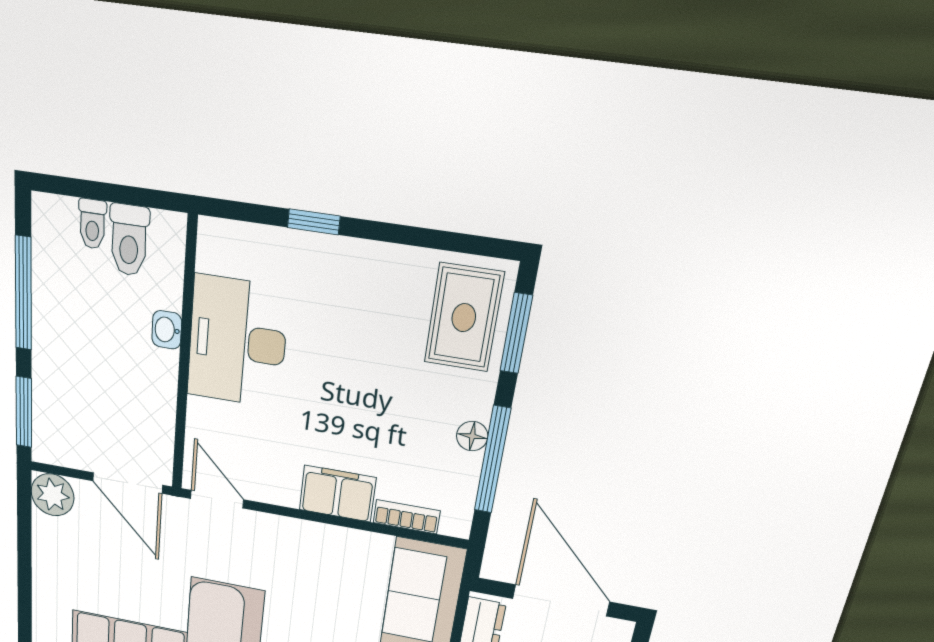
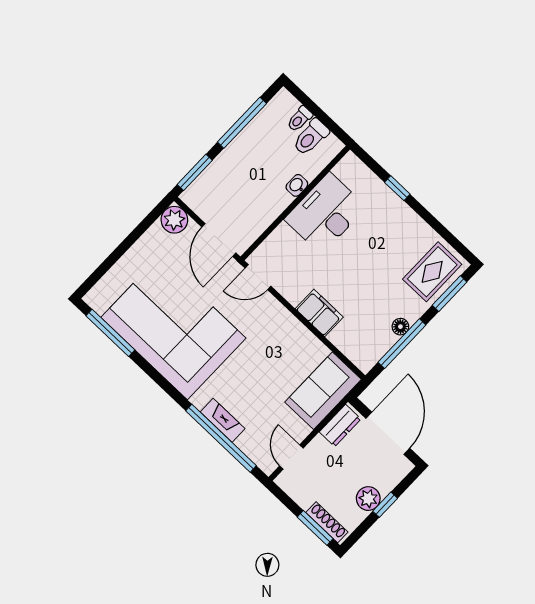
door: (217, 499) -> (258, 277), swing flipped
bookcase: (407, 517) -> (344, 345), removed

